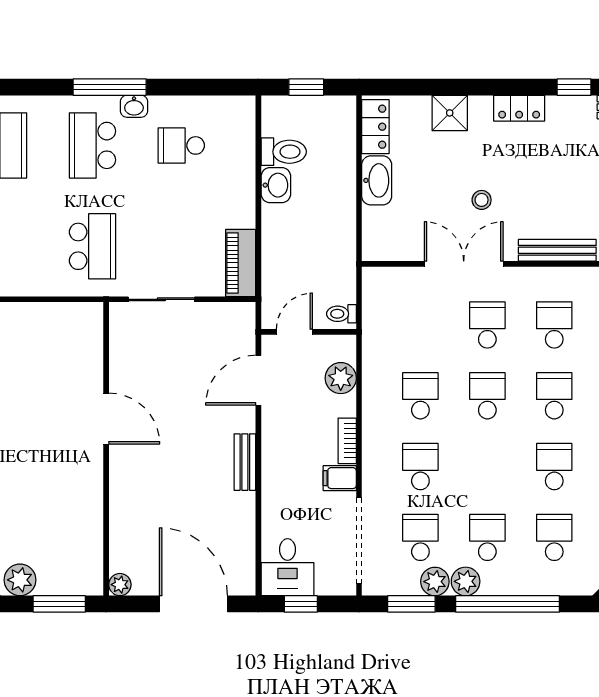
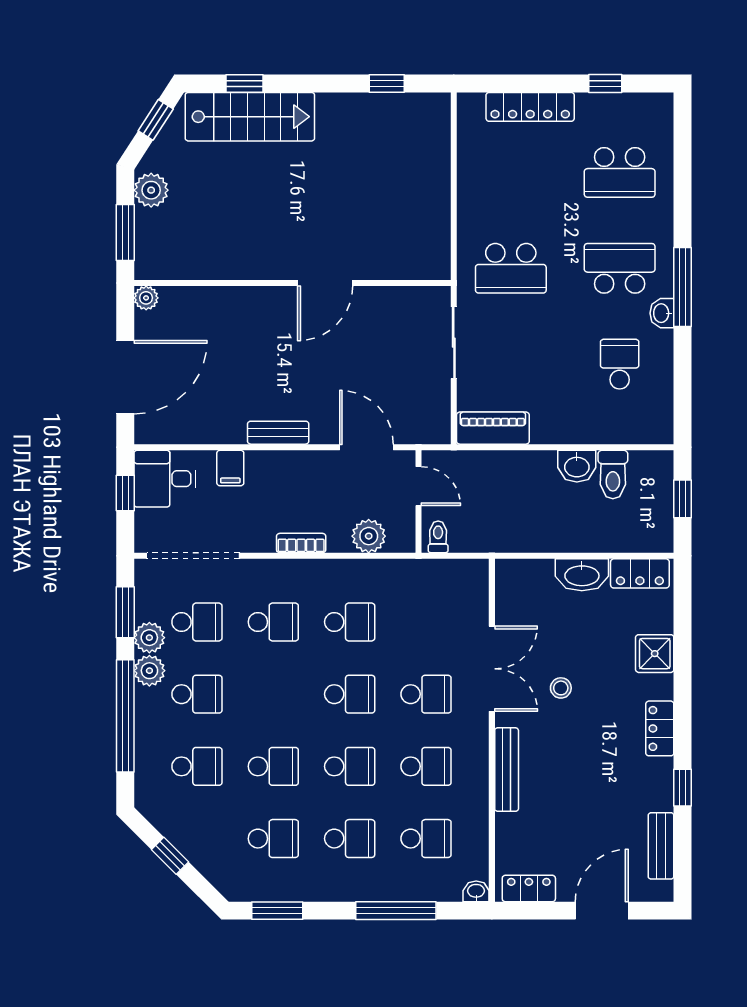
filing cabinet: (340, 478) -> (230, 468), moved, turned 180

